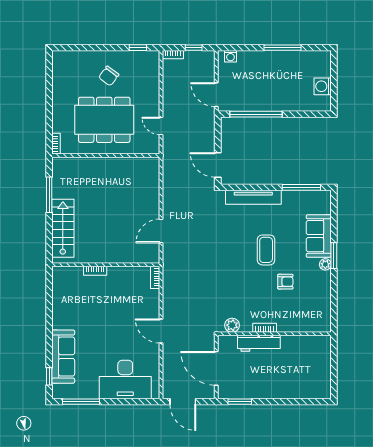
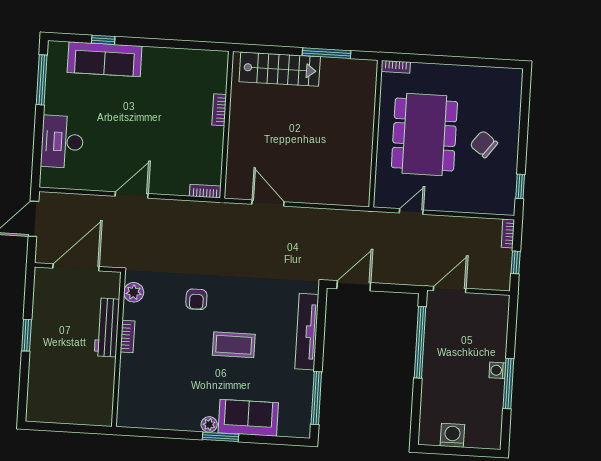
washing machine: (230, 56) -> (497, 370), moved
armchair: (285, 282) -> (196, 299), moved
window: (49, 376) -> (103, 40), moved
desk: (125, 379) -> (62, 142), width x0.73, depth x0.77
window: (240, 402) -> (27, 335), moved

